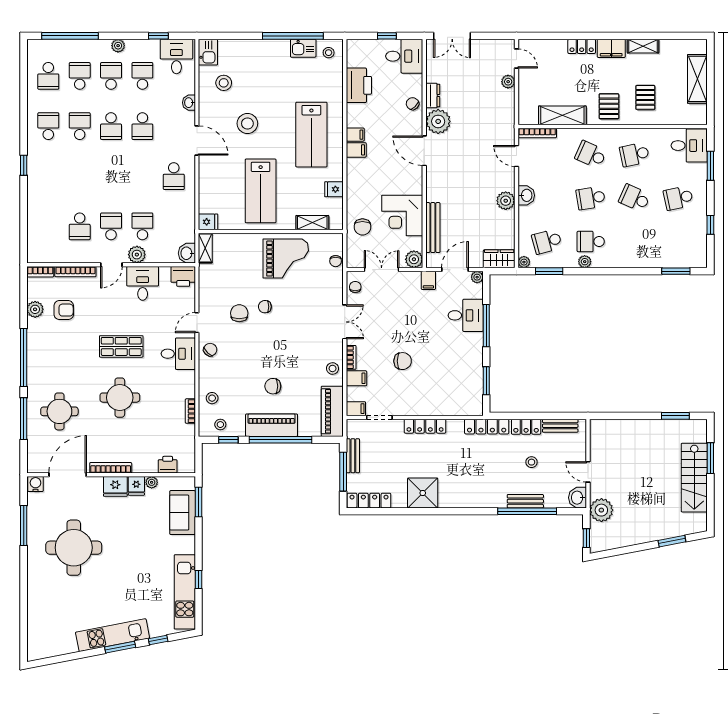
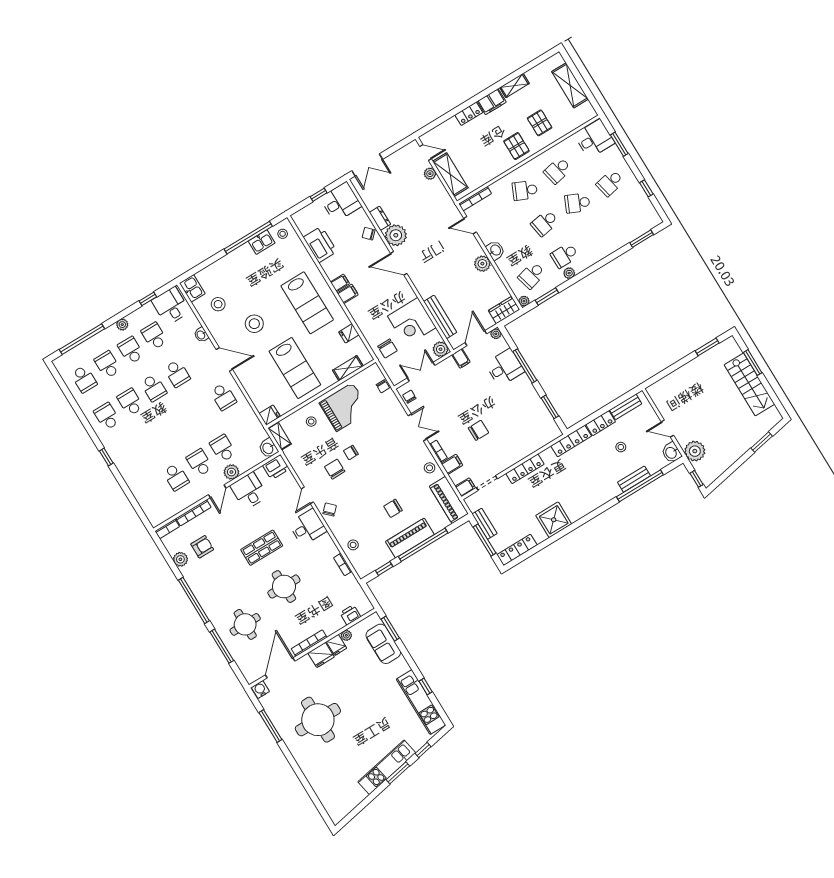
shelving: (562, 115) -> (450, 175), moved, turned 90
stool: (220, 425) -> (311, 422), moved

